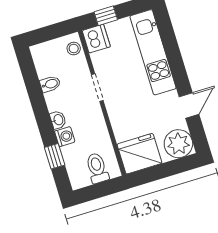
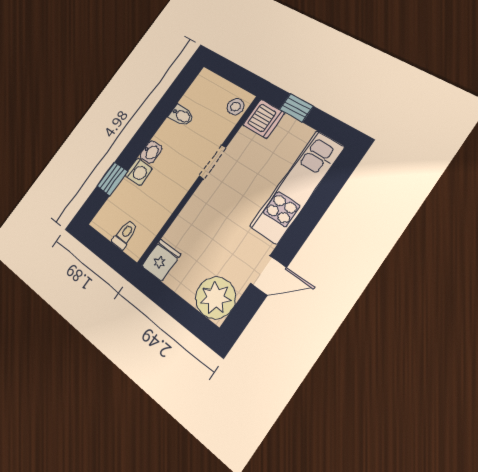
fridge: (139, 154) -> (161, 260), width x0.53, depth x0.75
toilet: (97, 168) -> (125, 235), width x0.73, depth x0.72

